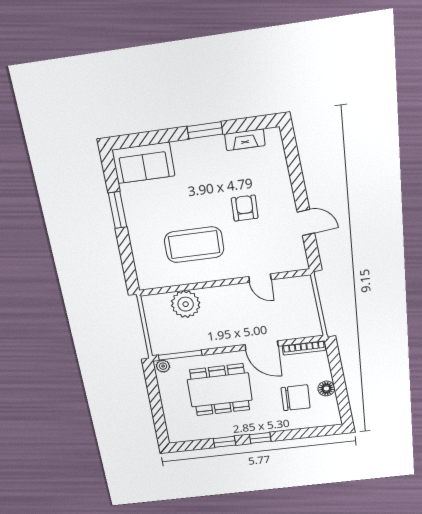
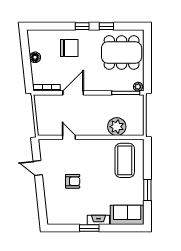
fireplace: (245, 140) -> (98, 220), moved
armchair: (245, 208) -> (73, 181), turned -90
coffee table: (194, 245) -> (125, 160), moved, turned 90
door: (262, 345) -> (73, 93), hinge flipped
dining table: (220, 390) -> (122, 52), moved
chair: (296, 398) -> (69, 48), moved, turned 180

